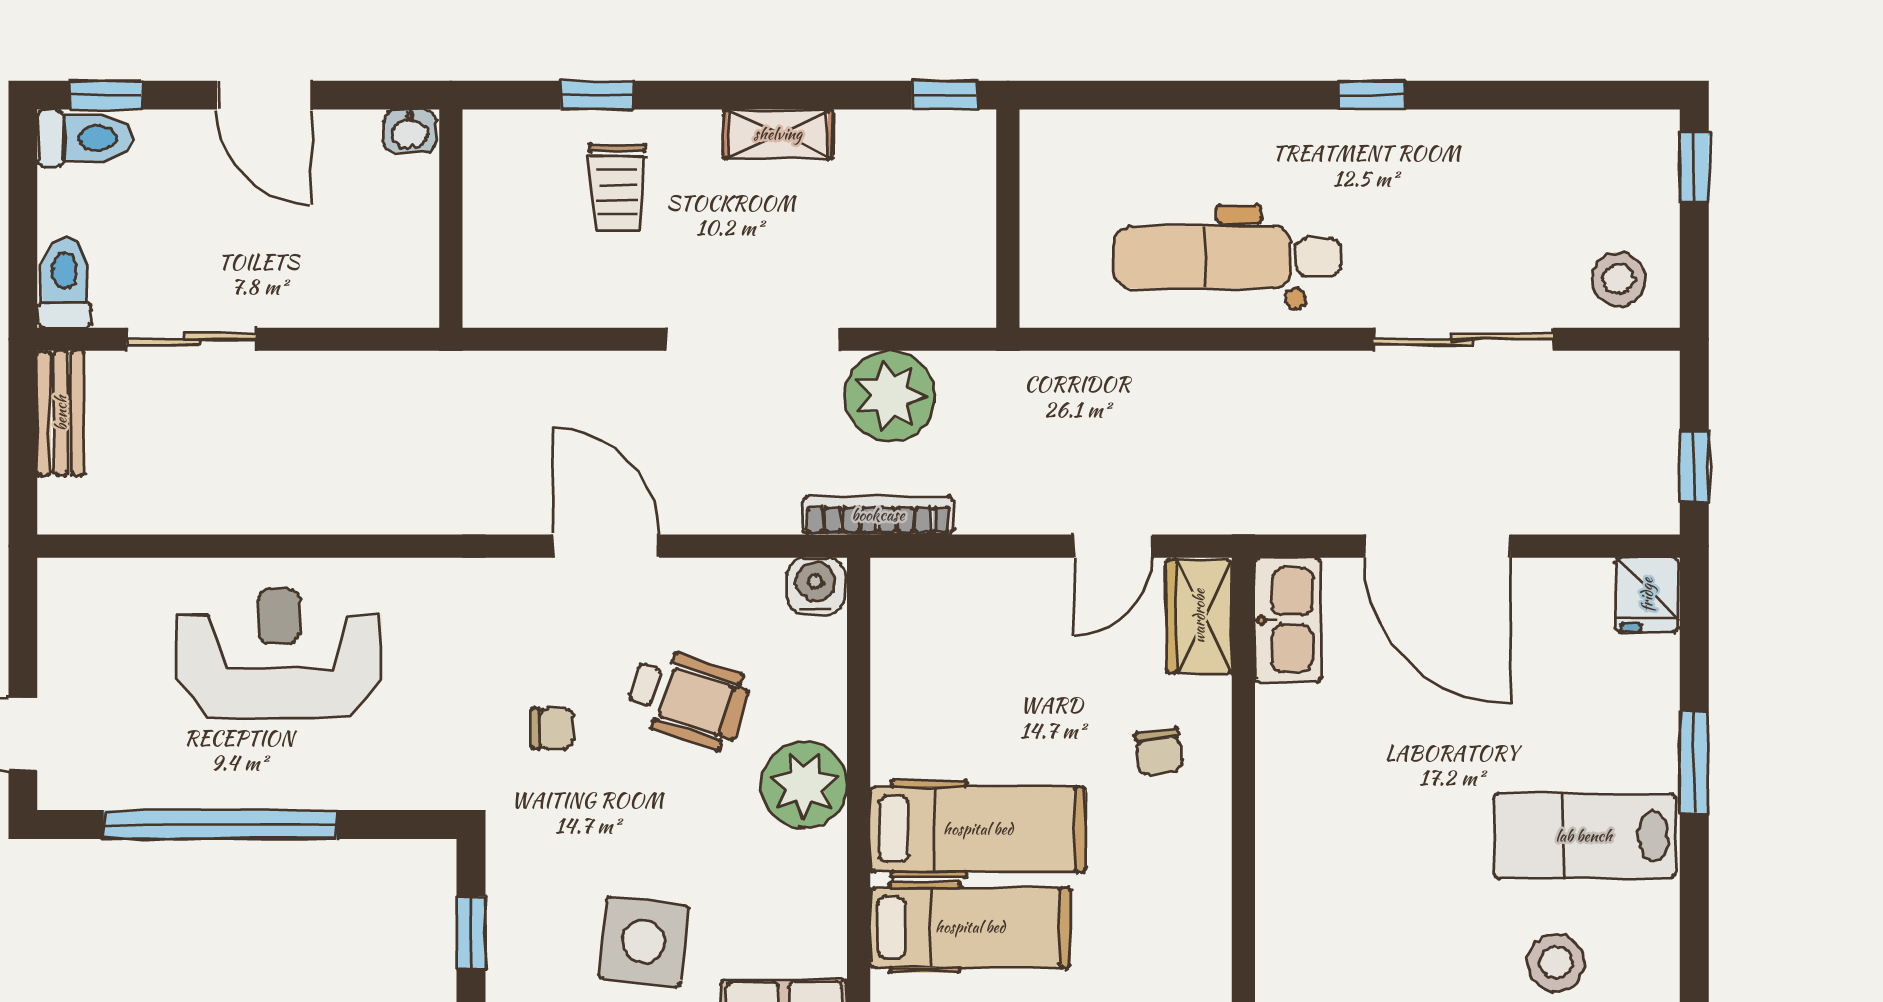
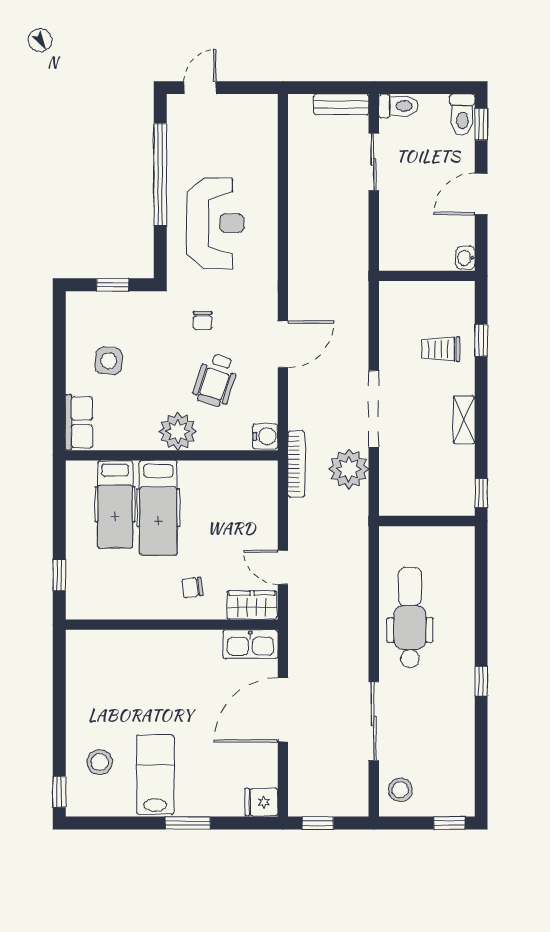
reception desk: (279, 653) -> (215, 223), moved
side table: (644, 942) -> (109, 361), width x0.73, depth x0.73

